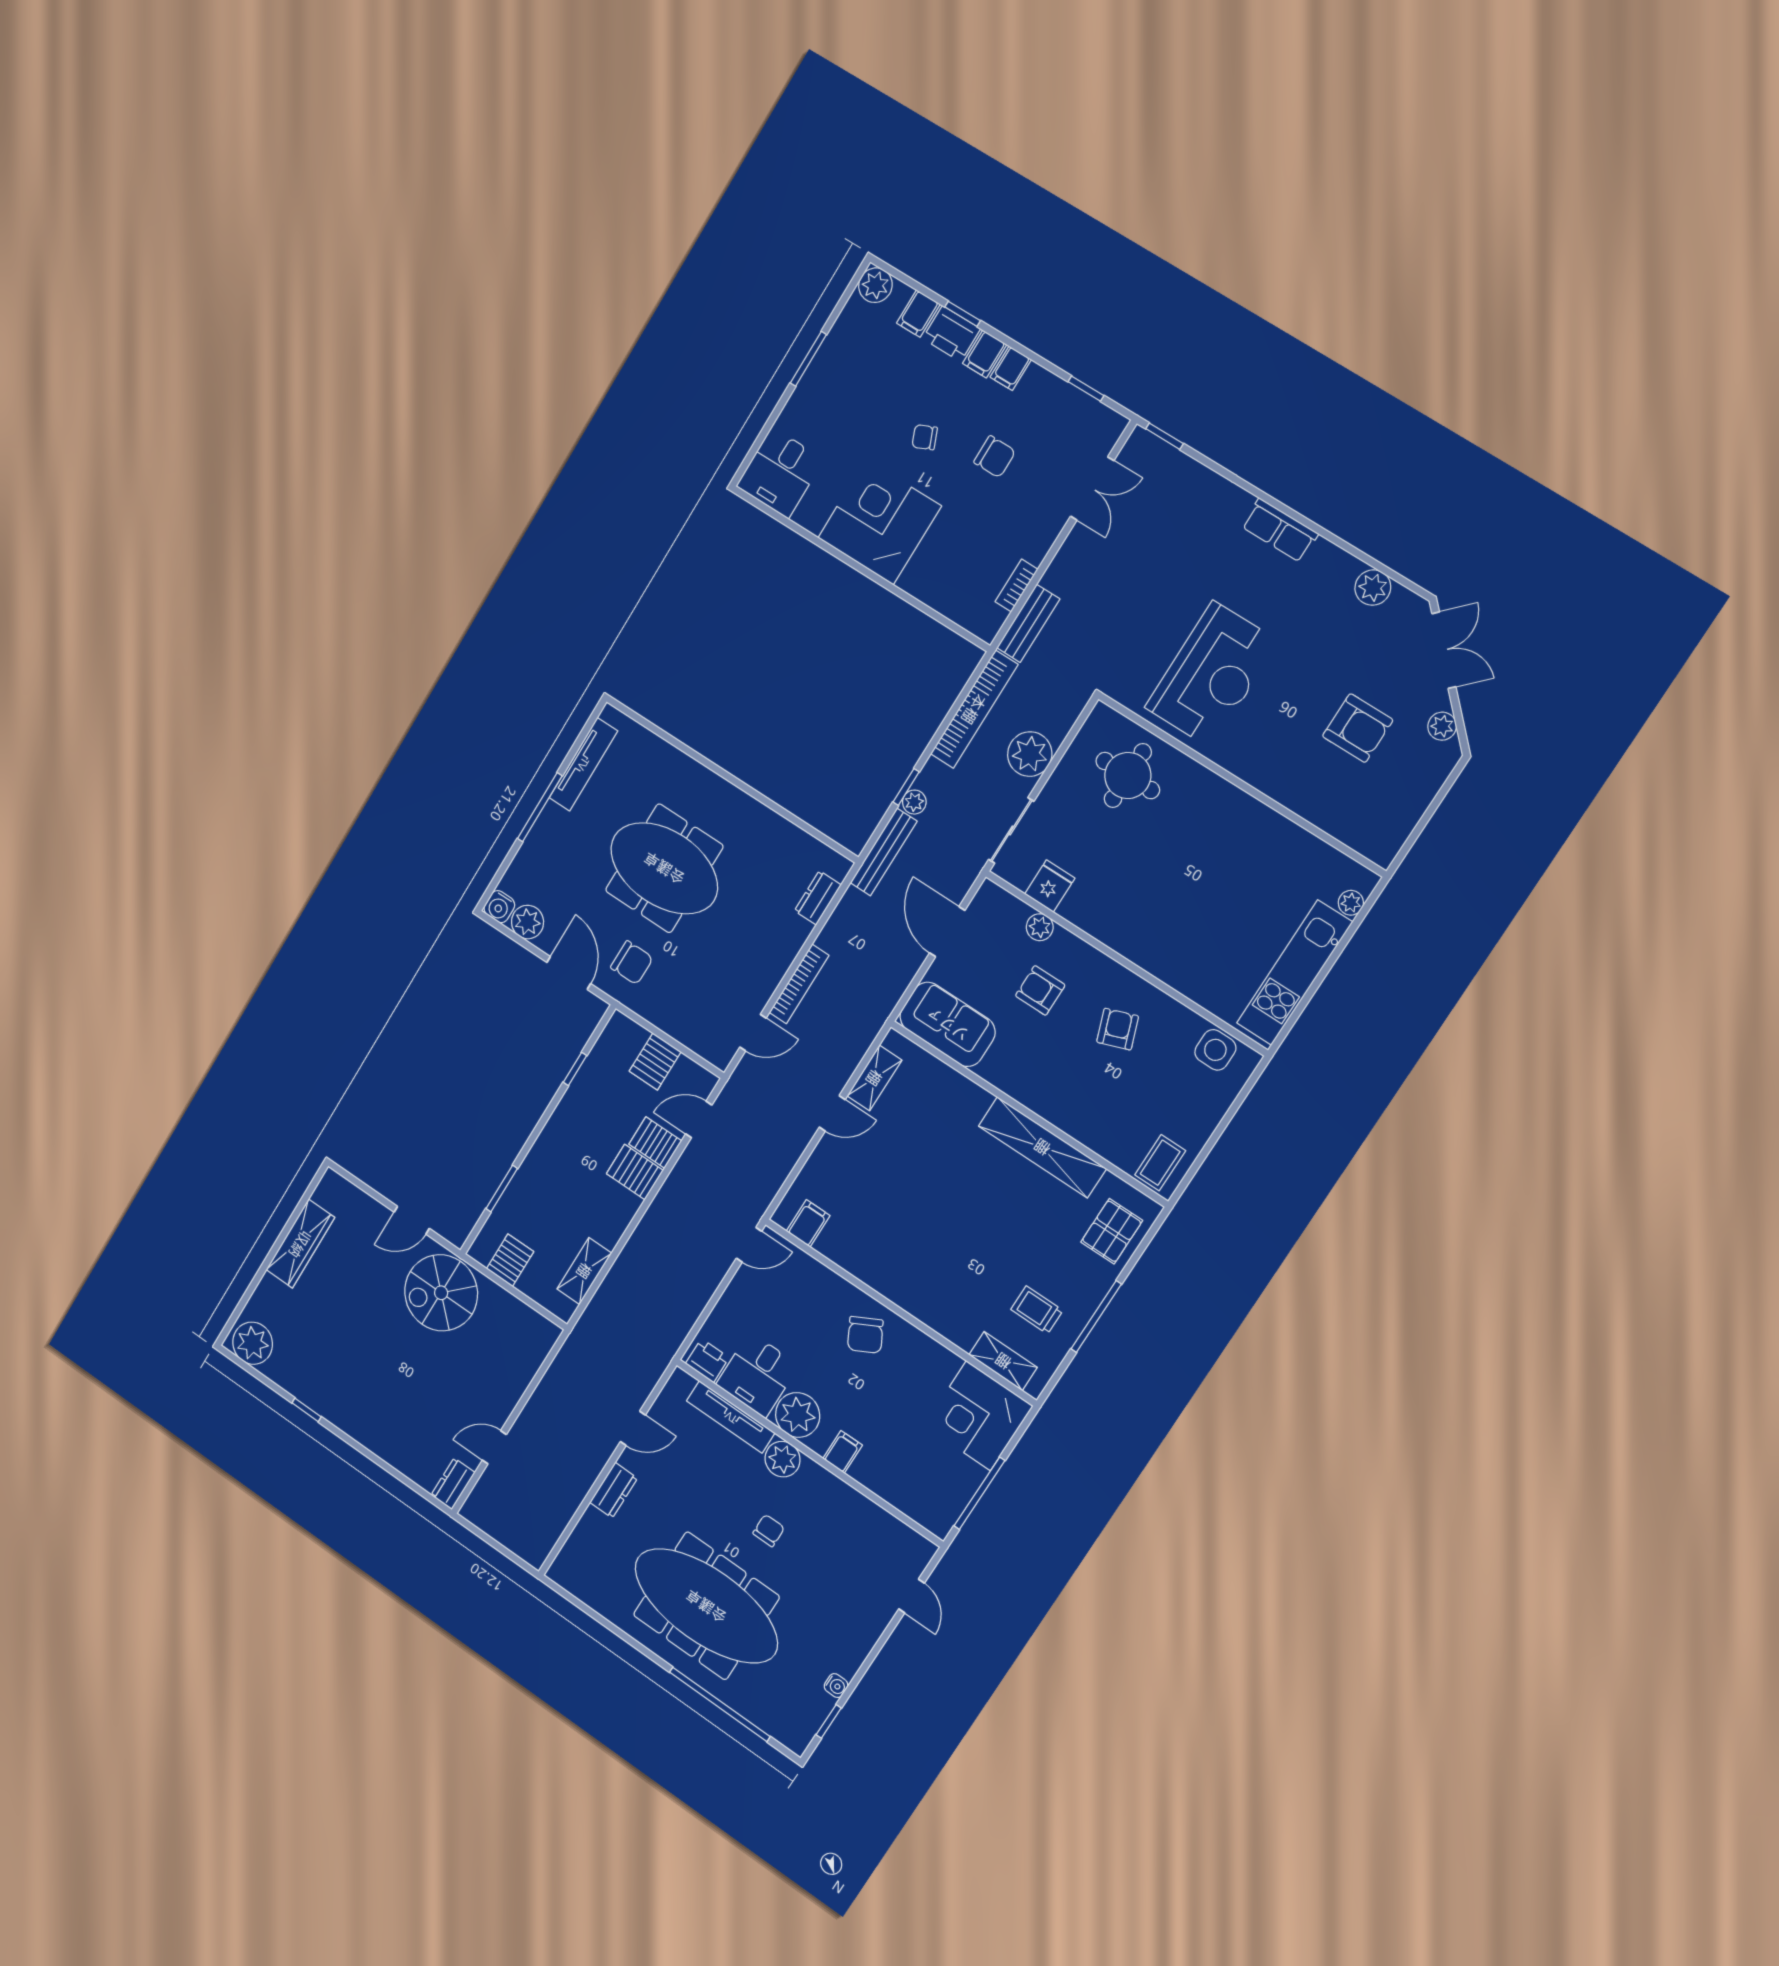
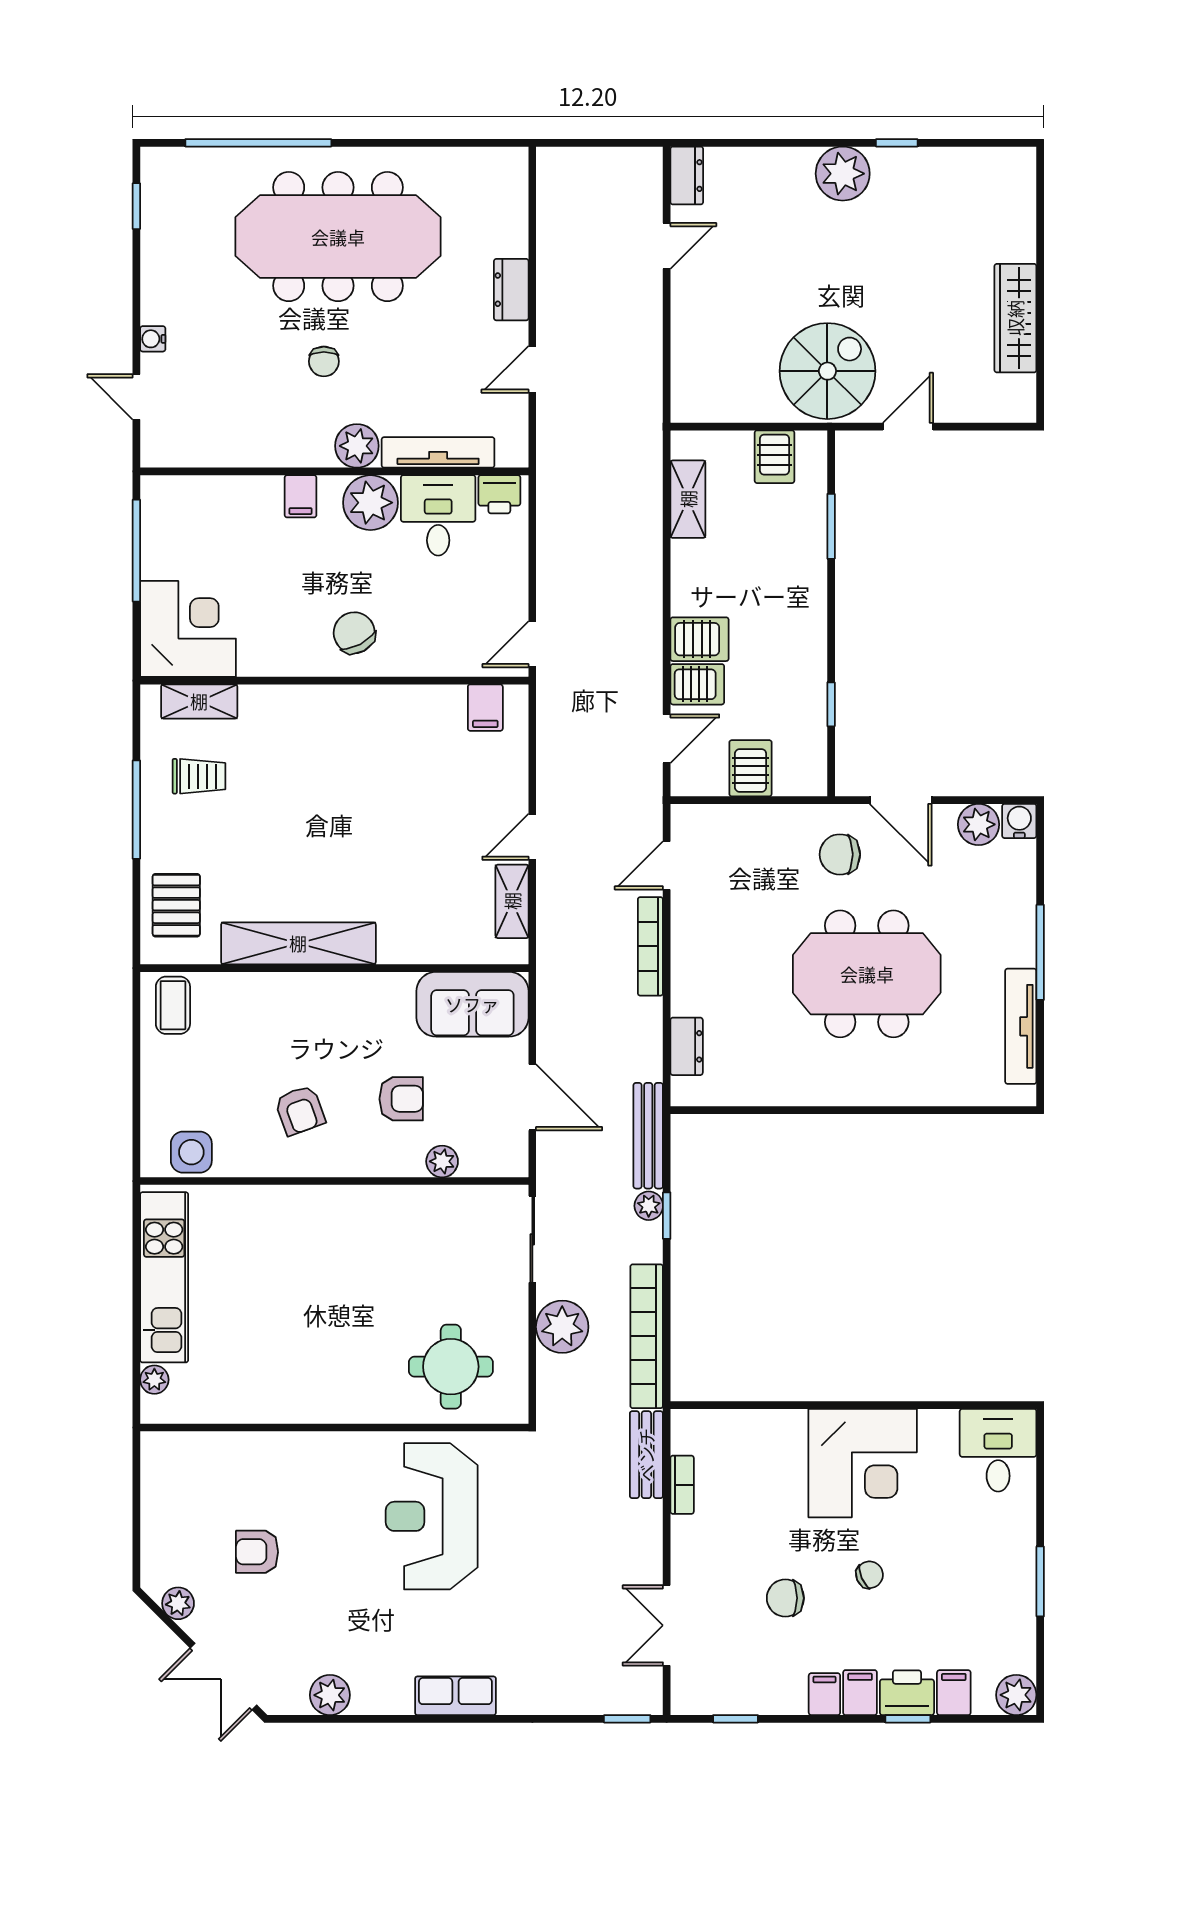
armchair: (1358, 728) -> (257, 1552), width x0.72, depth x0.72
fridge: (1050, 886) -> (458, 1209), removed
plant: (253, 1343) -> (843, 174), moved
water cooler: (836, 1686) -> (153, 339), moved

